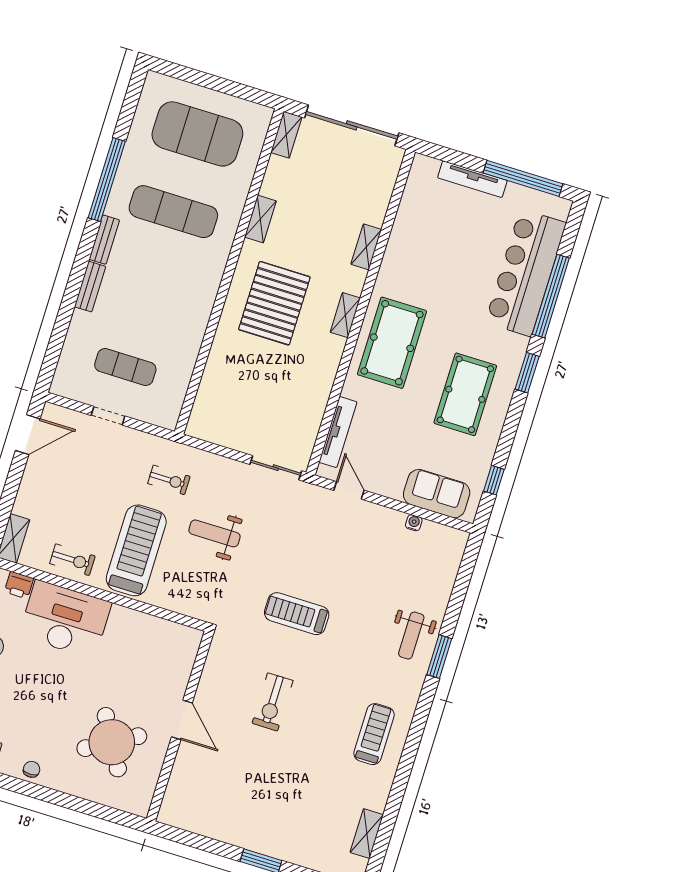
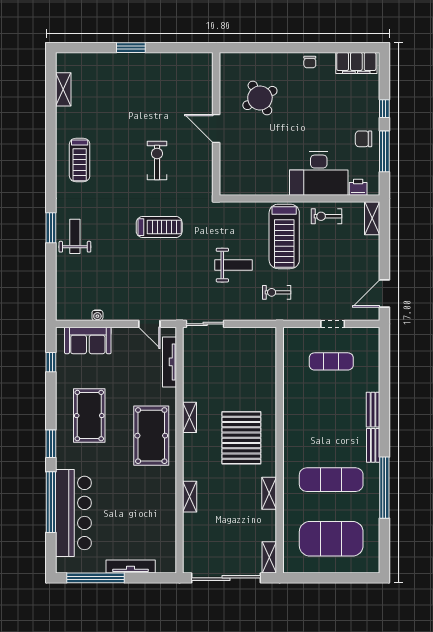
shelving: (345, 315) -> (190, 417), moved
round table: (112, 742) -> (260, 98), width x0.73, depth x0.73

